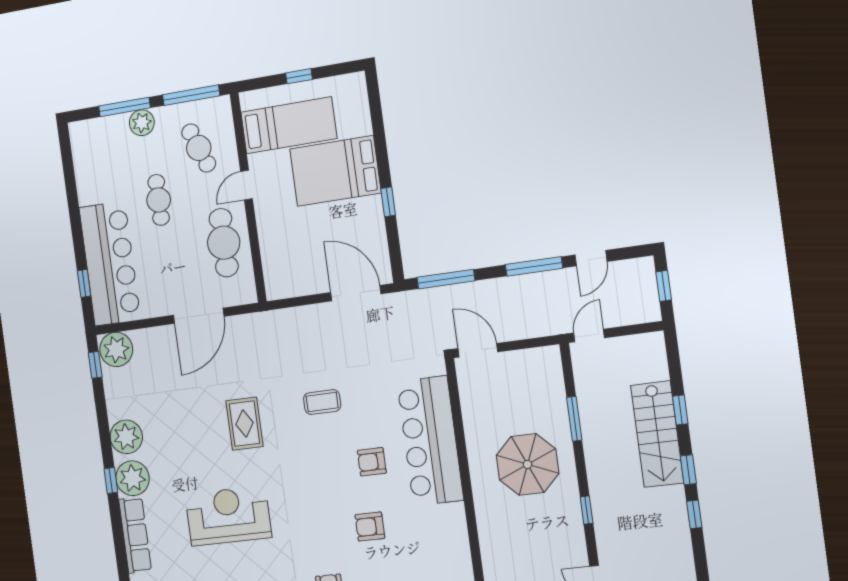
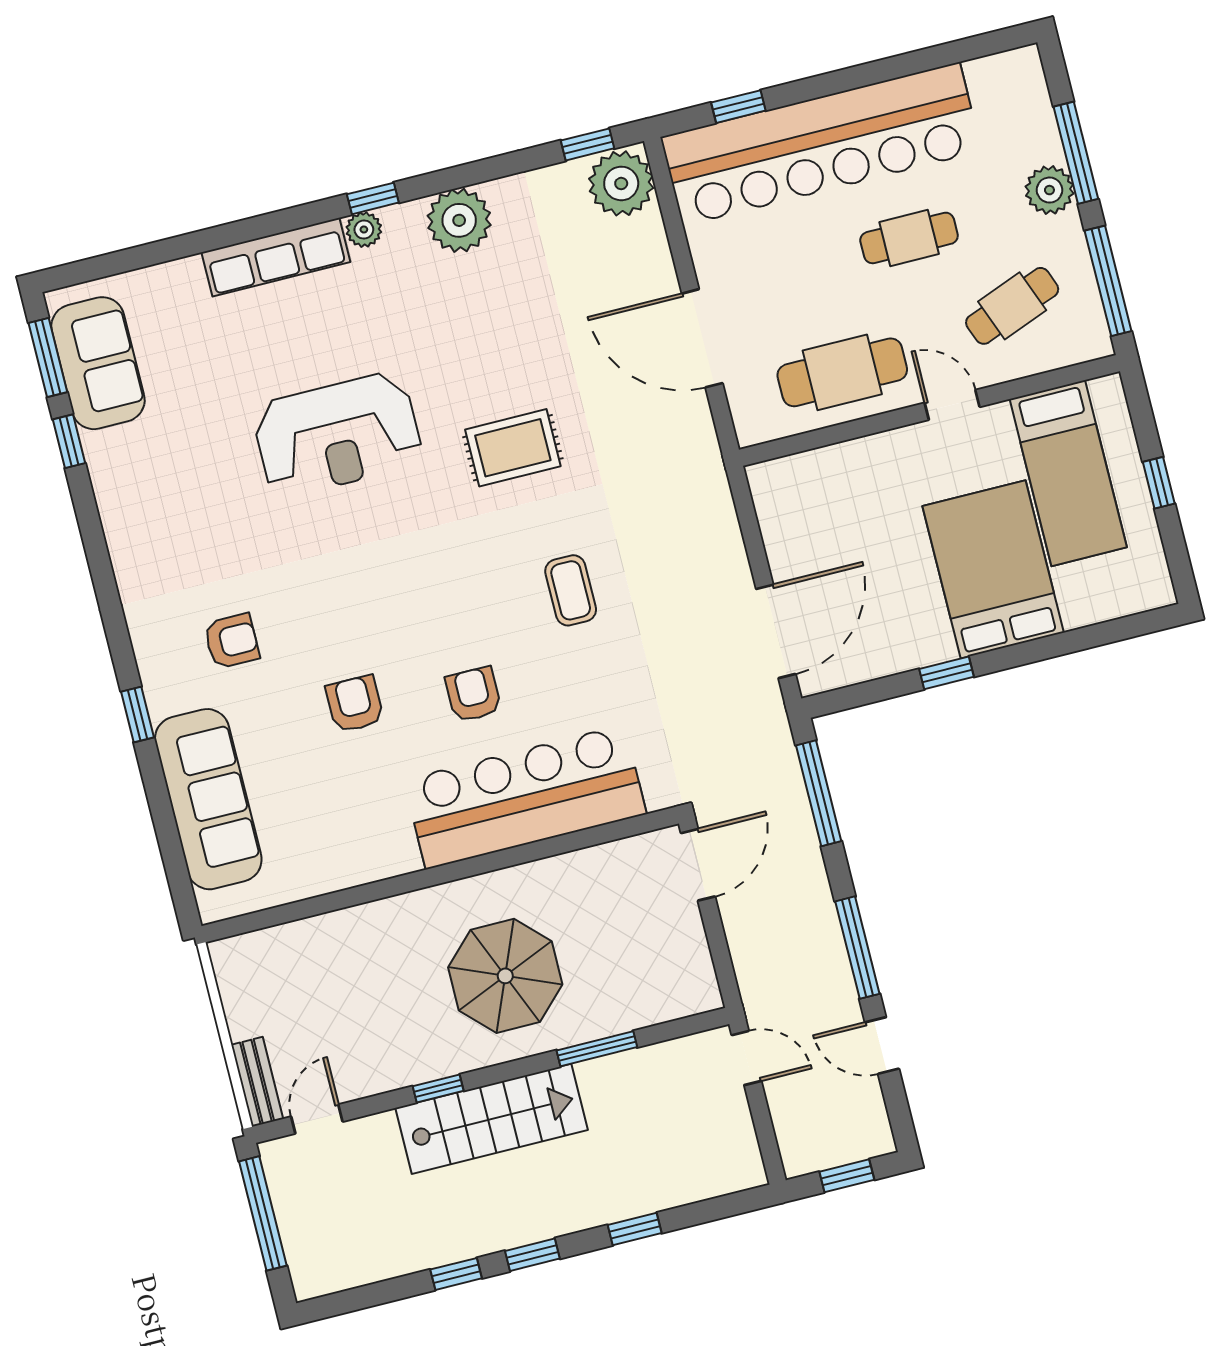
bar counter: (110, 263) -> (821, 144), width x1.36
stairs: (657, 434) -> (492, 1119), moved, turned 180
plant: (132, 478) -> (364, 230), width x0.53, depth x0.53
reception desk: (228, 516) -> (337, 435), turned 90

